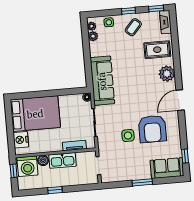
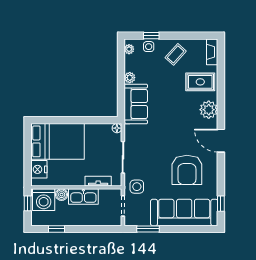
window: (156, 8) -> (203, 36), removed
window: (129, 11) -> (151, 36), moved
plant: (93, 36) -> (130, 78), moved
sofa: (102, 81) -> (136, 104), width x0.73
door: (180, 100) -> (221, 141), hinge flipped
side table: (128, 135) -> (137, 187), moved
sofa: (167, 168) -> (184, 212), width x1.85, depth x1.27
window: (142, 182) -> (148, 229), moved
window: (55, 190) -> (57, 229), moved

